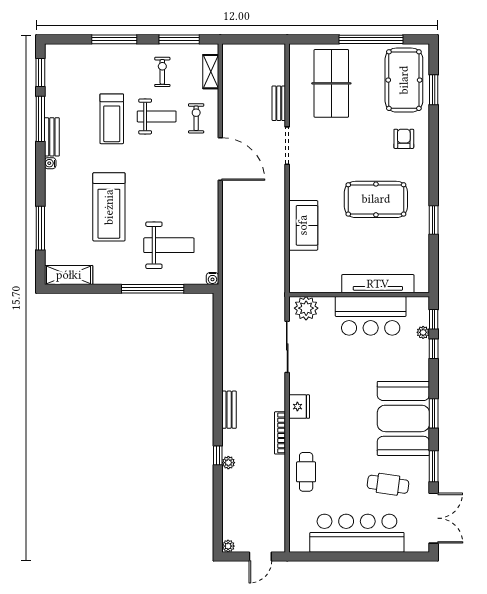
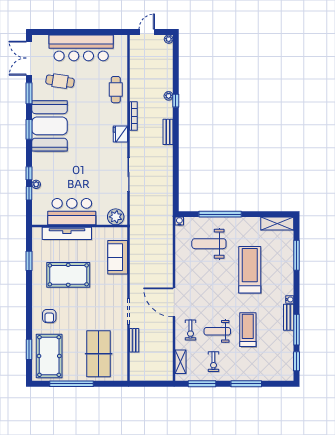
tv unit: (378, 284) -> (67, 233), moved
wall: (359, 295) -> (80, 226), moved
plant: (306, 308) -> (116, 217), moved
bar counter: (371, 316) -> (72, 212), moved

